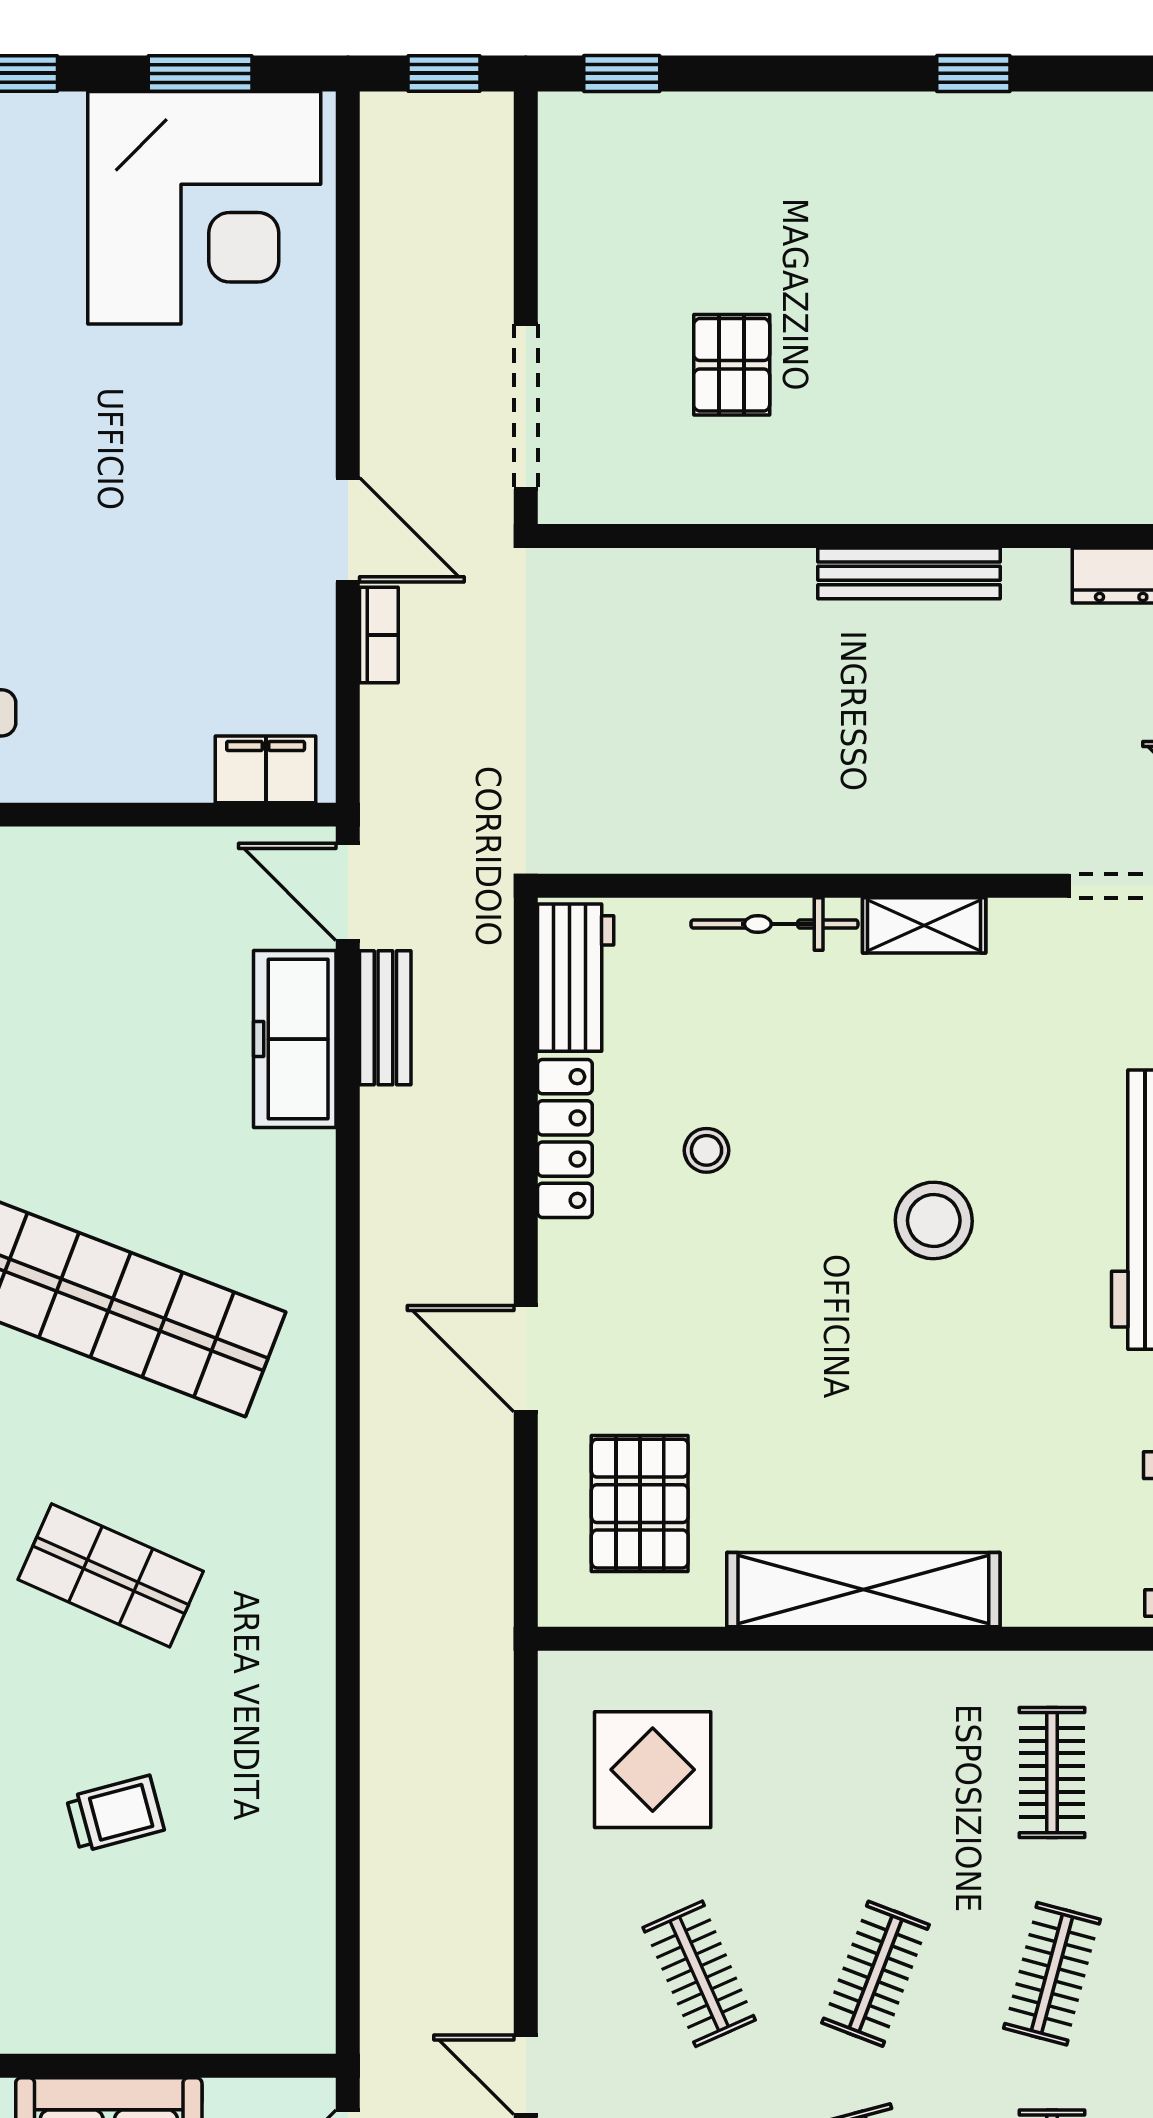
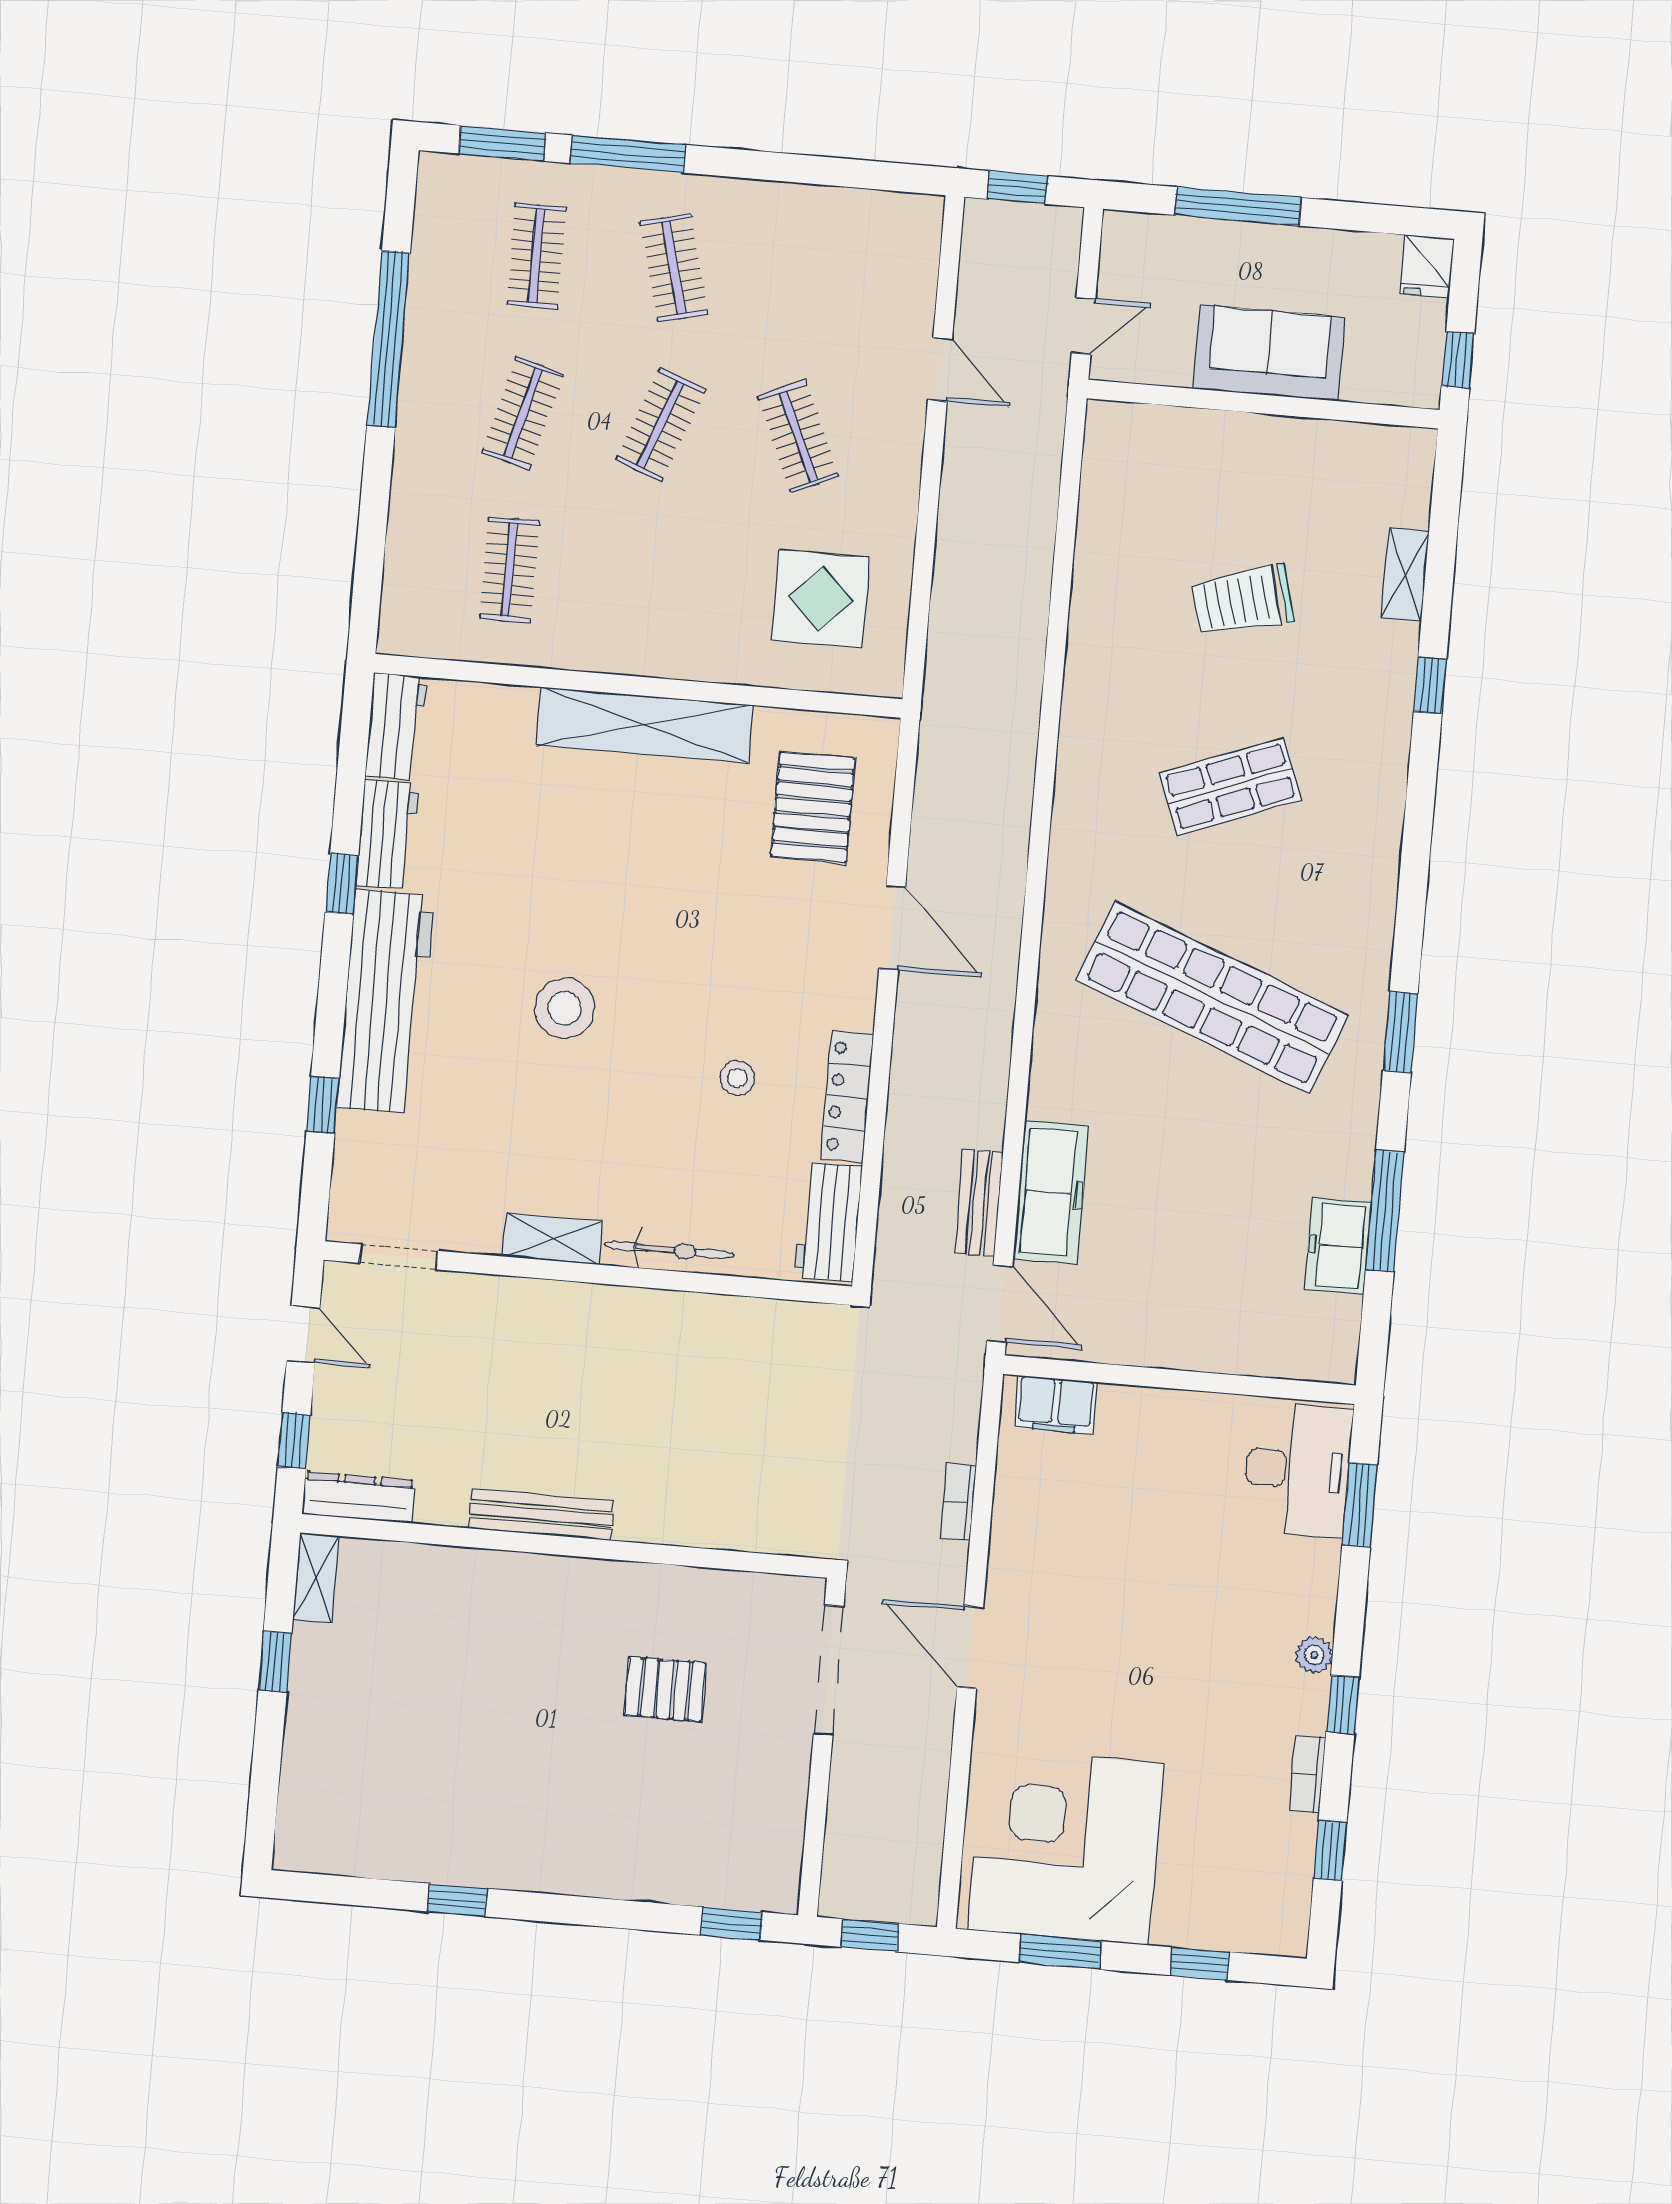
pallet: (732, 365) -> (665, 1689), turned 90
door: (348, 530) -> (970, 1647), moved
shop shelf: (111, 1575) -> (1230, 786), turned -45
trolley: (115, 1814) -> (1243, 600), width x1.36, depth x1.39

